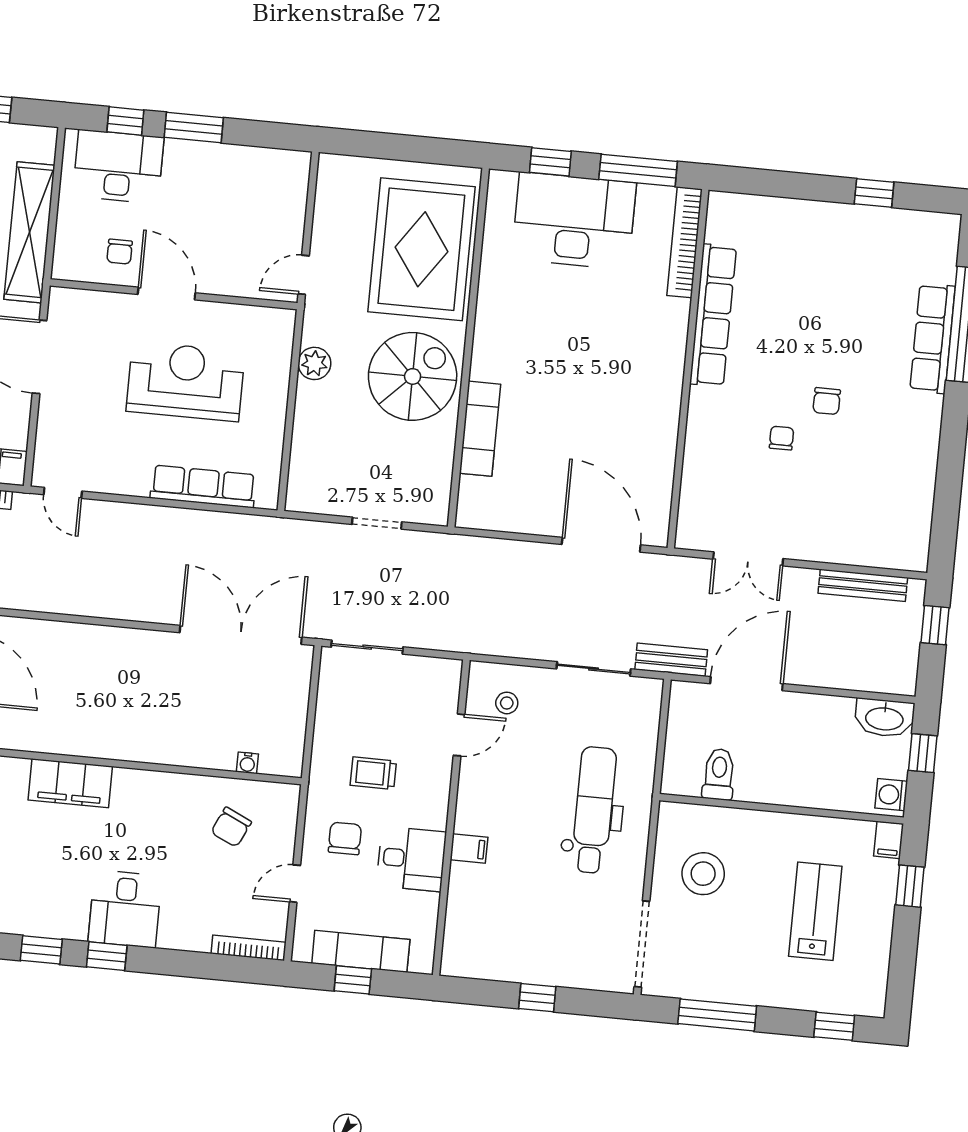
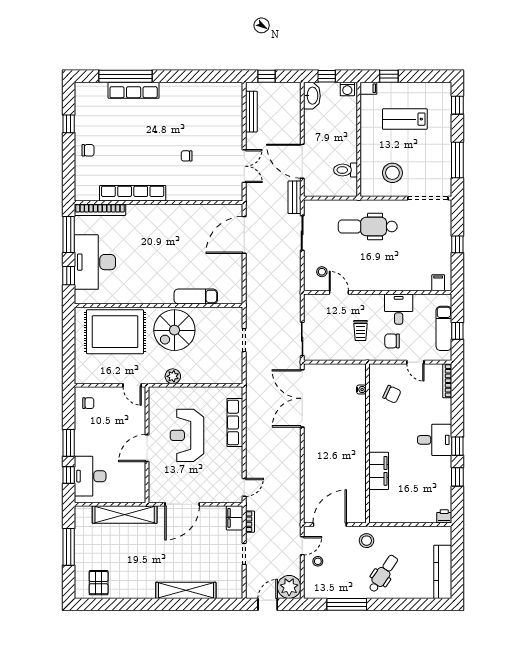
chair: (120, 252) -> (88, 403), moved
spiral stairs: (413, 376) -> (174, 330), turned -90
chair: (827, 401) -> (88, 150), moved
filing cabinet: (469, 848) -> (438, 283), moved

